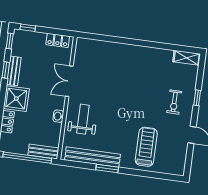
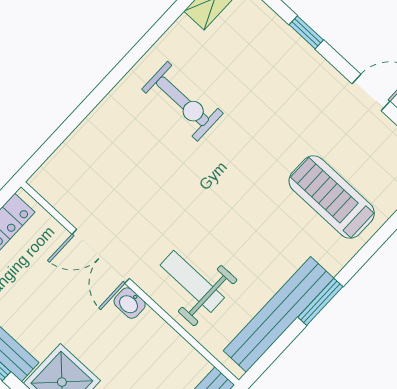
exercise bike: (174, 102) -> (183, 101), moved, width x1.38, depth x1.39
washbasin: (58, 116) -> (130, 303), moved

